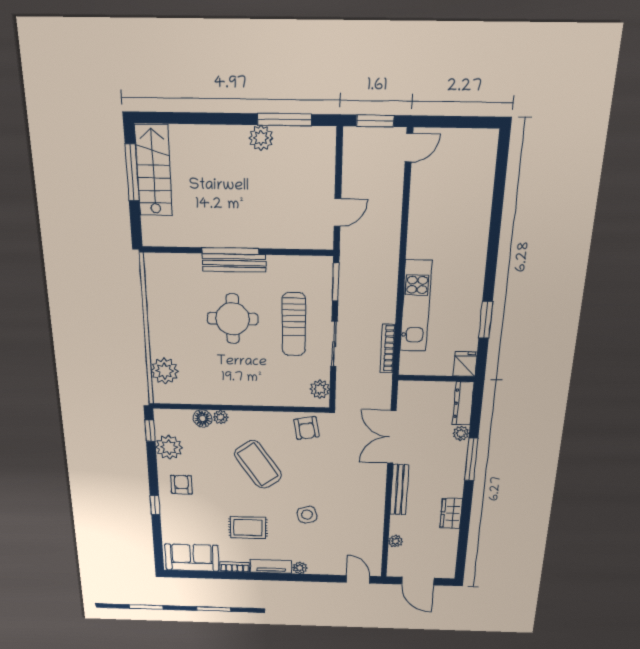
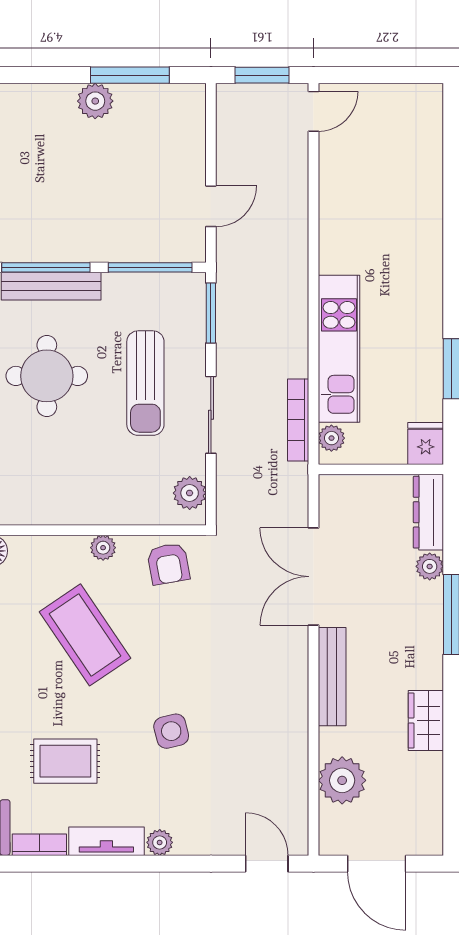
window: (297, 252) -> (150, 267), added
plant: (407, 360) -> (331, 438), added
plant: (221, 417) -> (103, 548), moved
plant: (395, 541) -> (342, 780), width x1.88, depth x1.88

